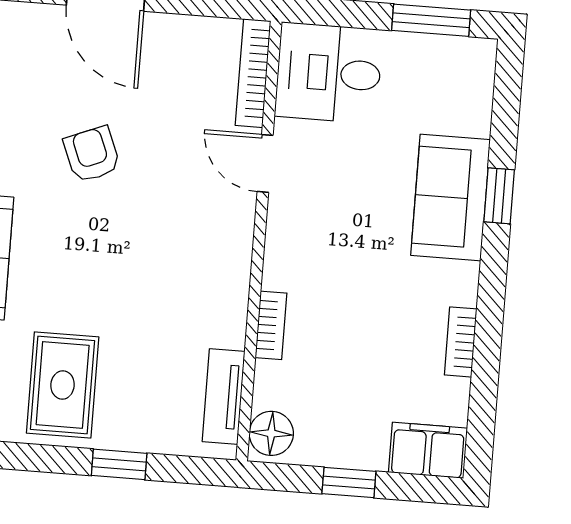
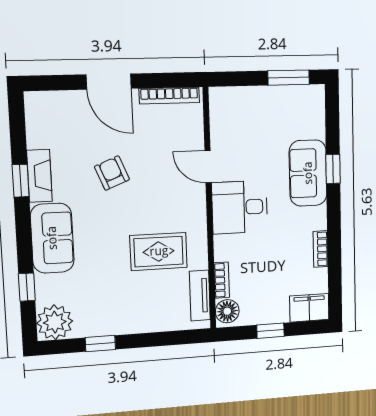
bookcase: (253, 73) -> (169, 96), moved, turned -90
desk: (329, 73) -> (240, 207), moved
bookcase: (271, 325) -> (222, 280), moved
rug: (63, 385) -> (159, 251), moved, turned 90
window: (119, 464) -> (100, 343), moved

